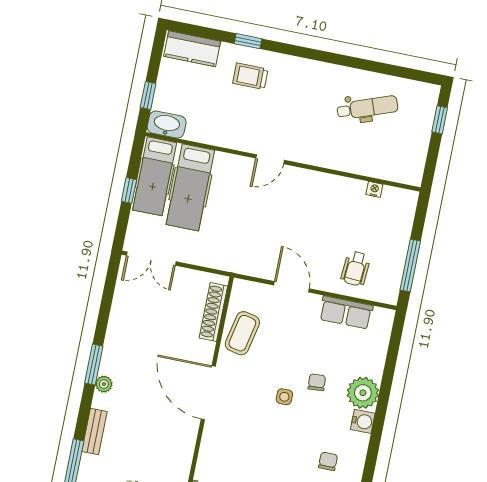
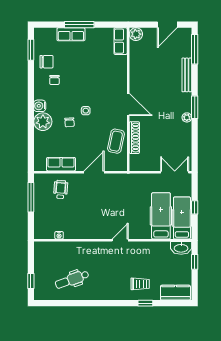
door: (291, 287) -> (94, 172), swing flipped
shoe rack: (213, 312) -> (134, 138), moved
plant: (104, 384) -> (187, 117), moved
door: (208, 393) -> (128, 105), width x0.73
bench: (94, 431) -> (187, 75), width x1.36

